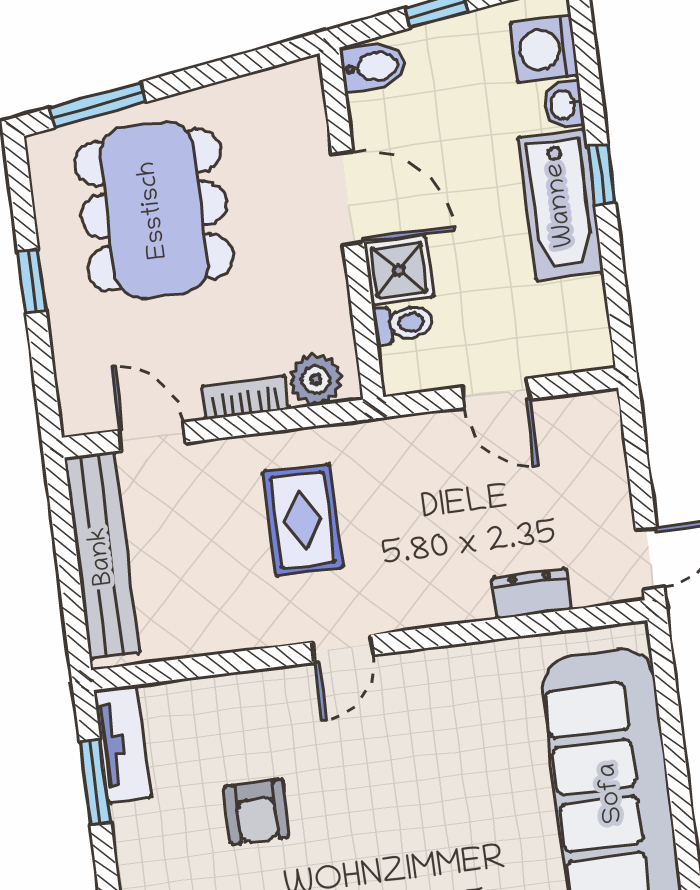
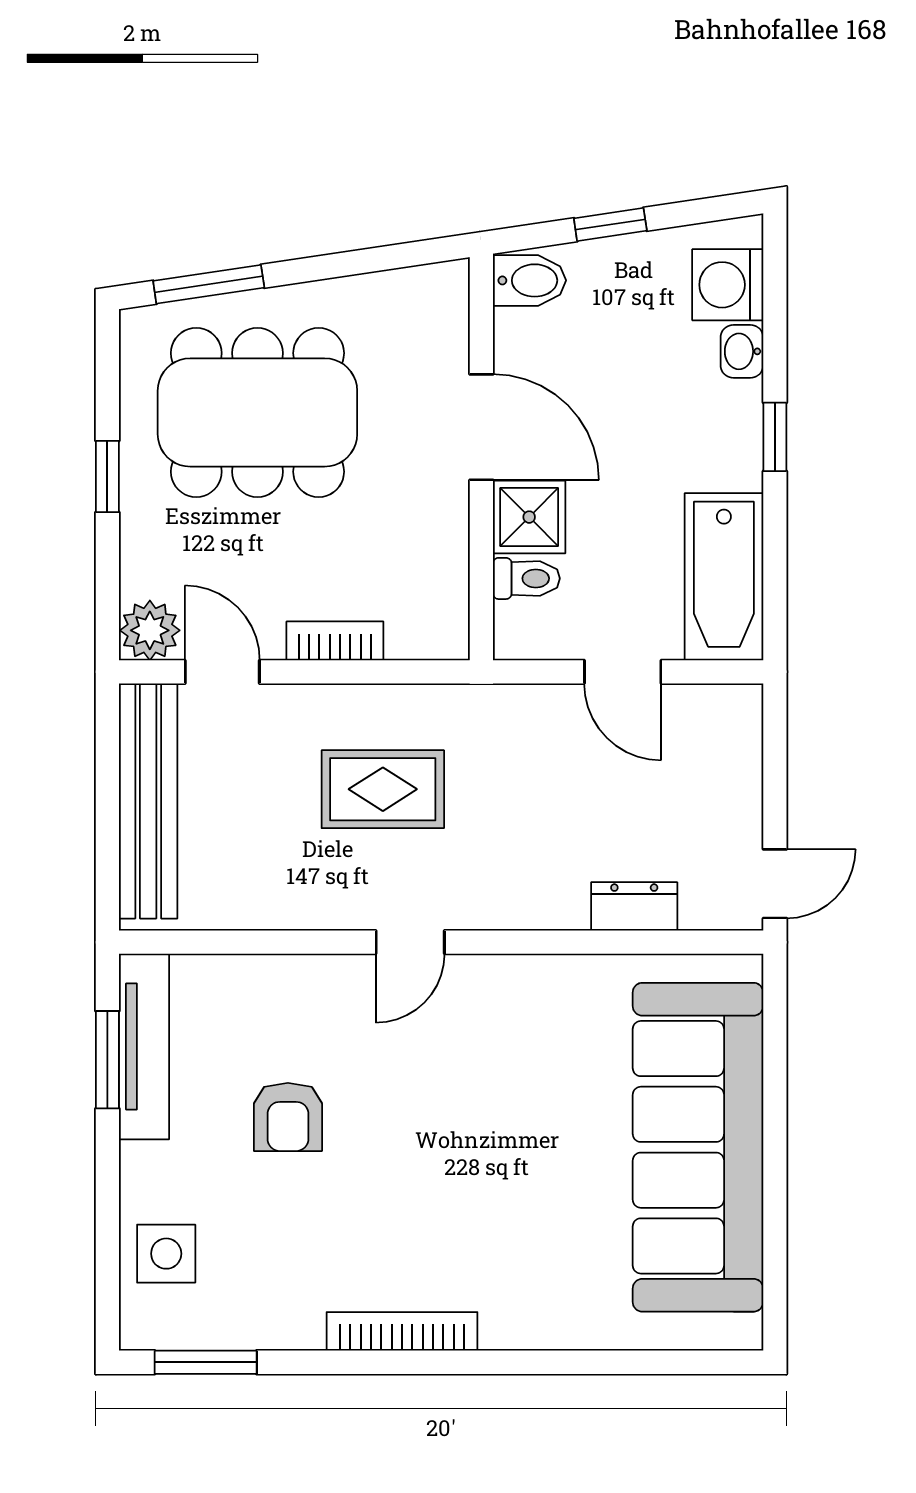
bathtub: (561, 205) -> (724, 577), moved
dining table: (154, 210) -> (257, 412), turned 90
plant: (316, 380) -> (150, 630), moved
rug: (303, 520) -> (383, 789), turned 90
tv unit: (122, 744) -> (144, 1047), width x1.41

